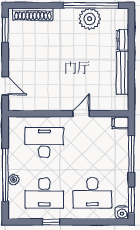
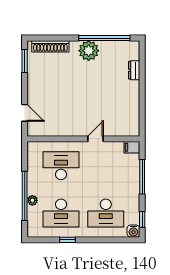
plant: (90, 19) -> (89, 51), moved
bench: (123, 73) -> (134, 101), removed
window: (131, 200) -> (142, 219), width x0.67

